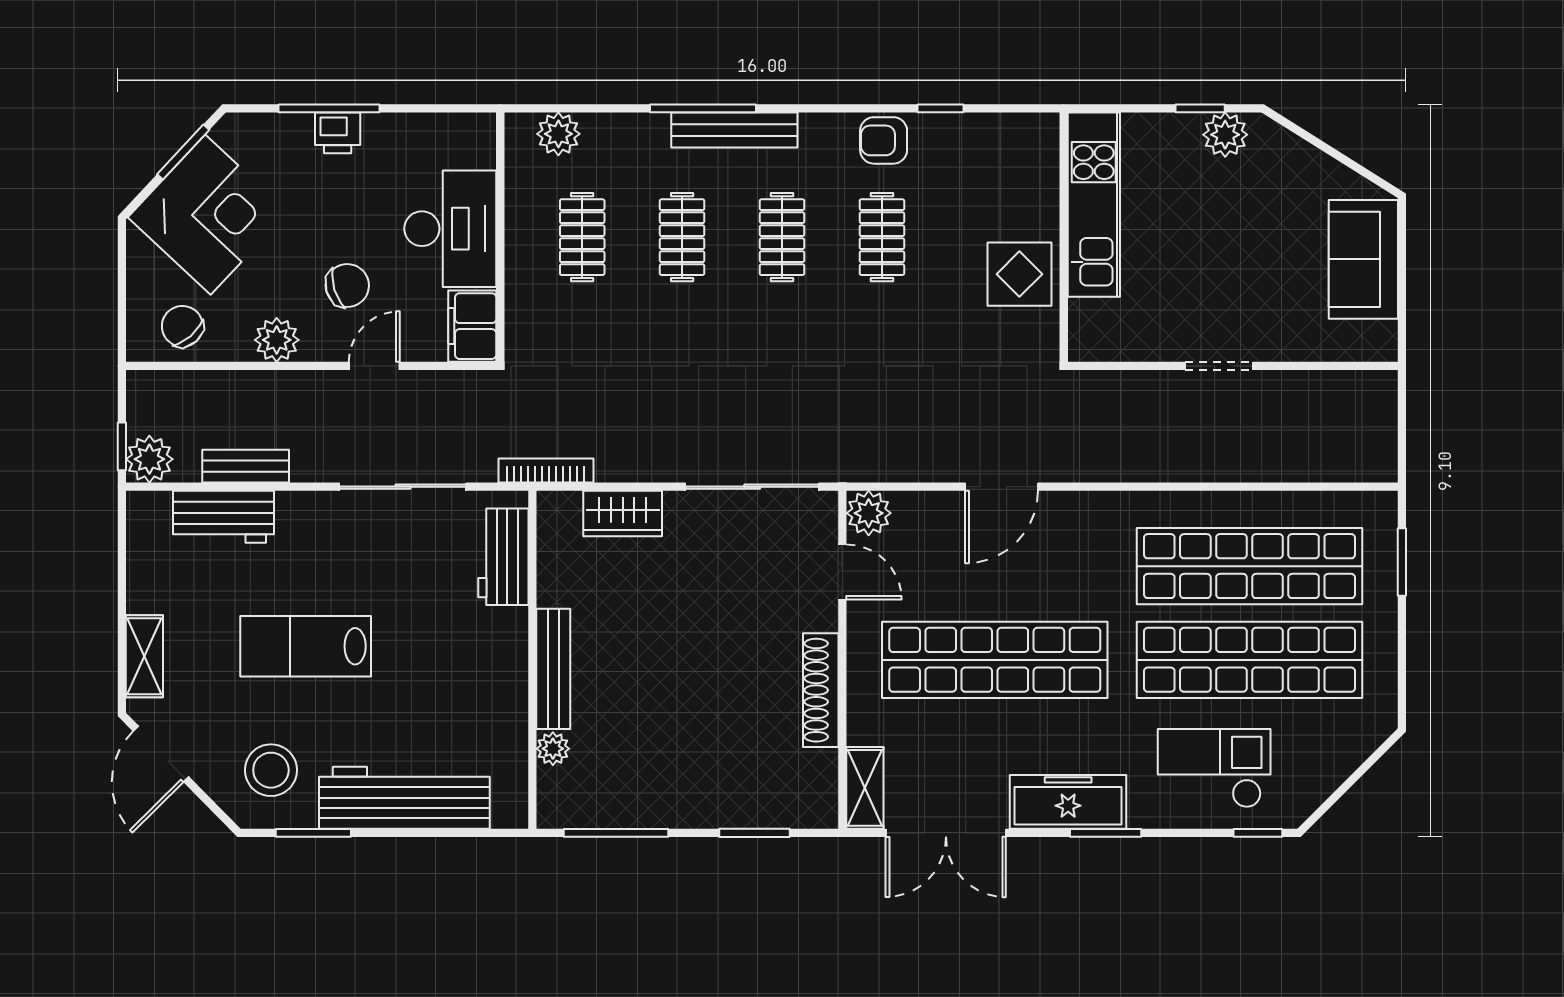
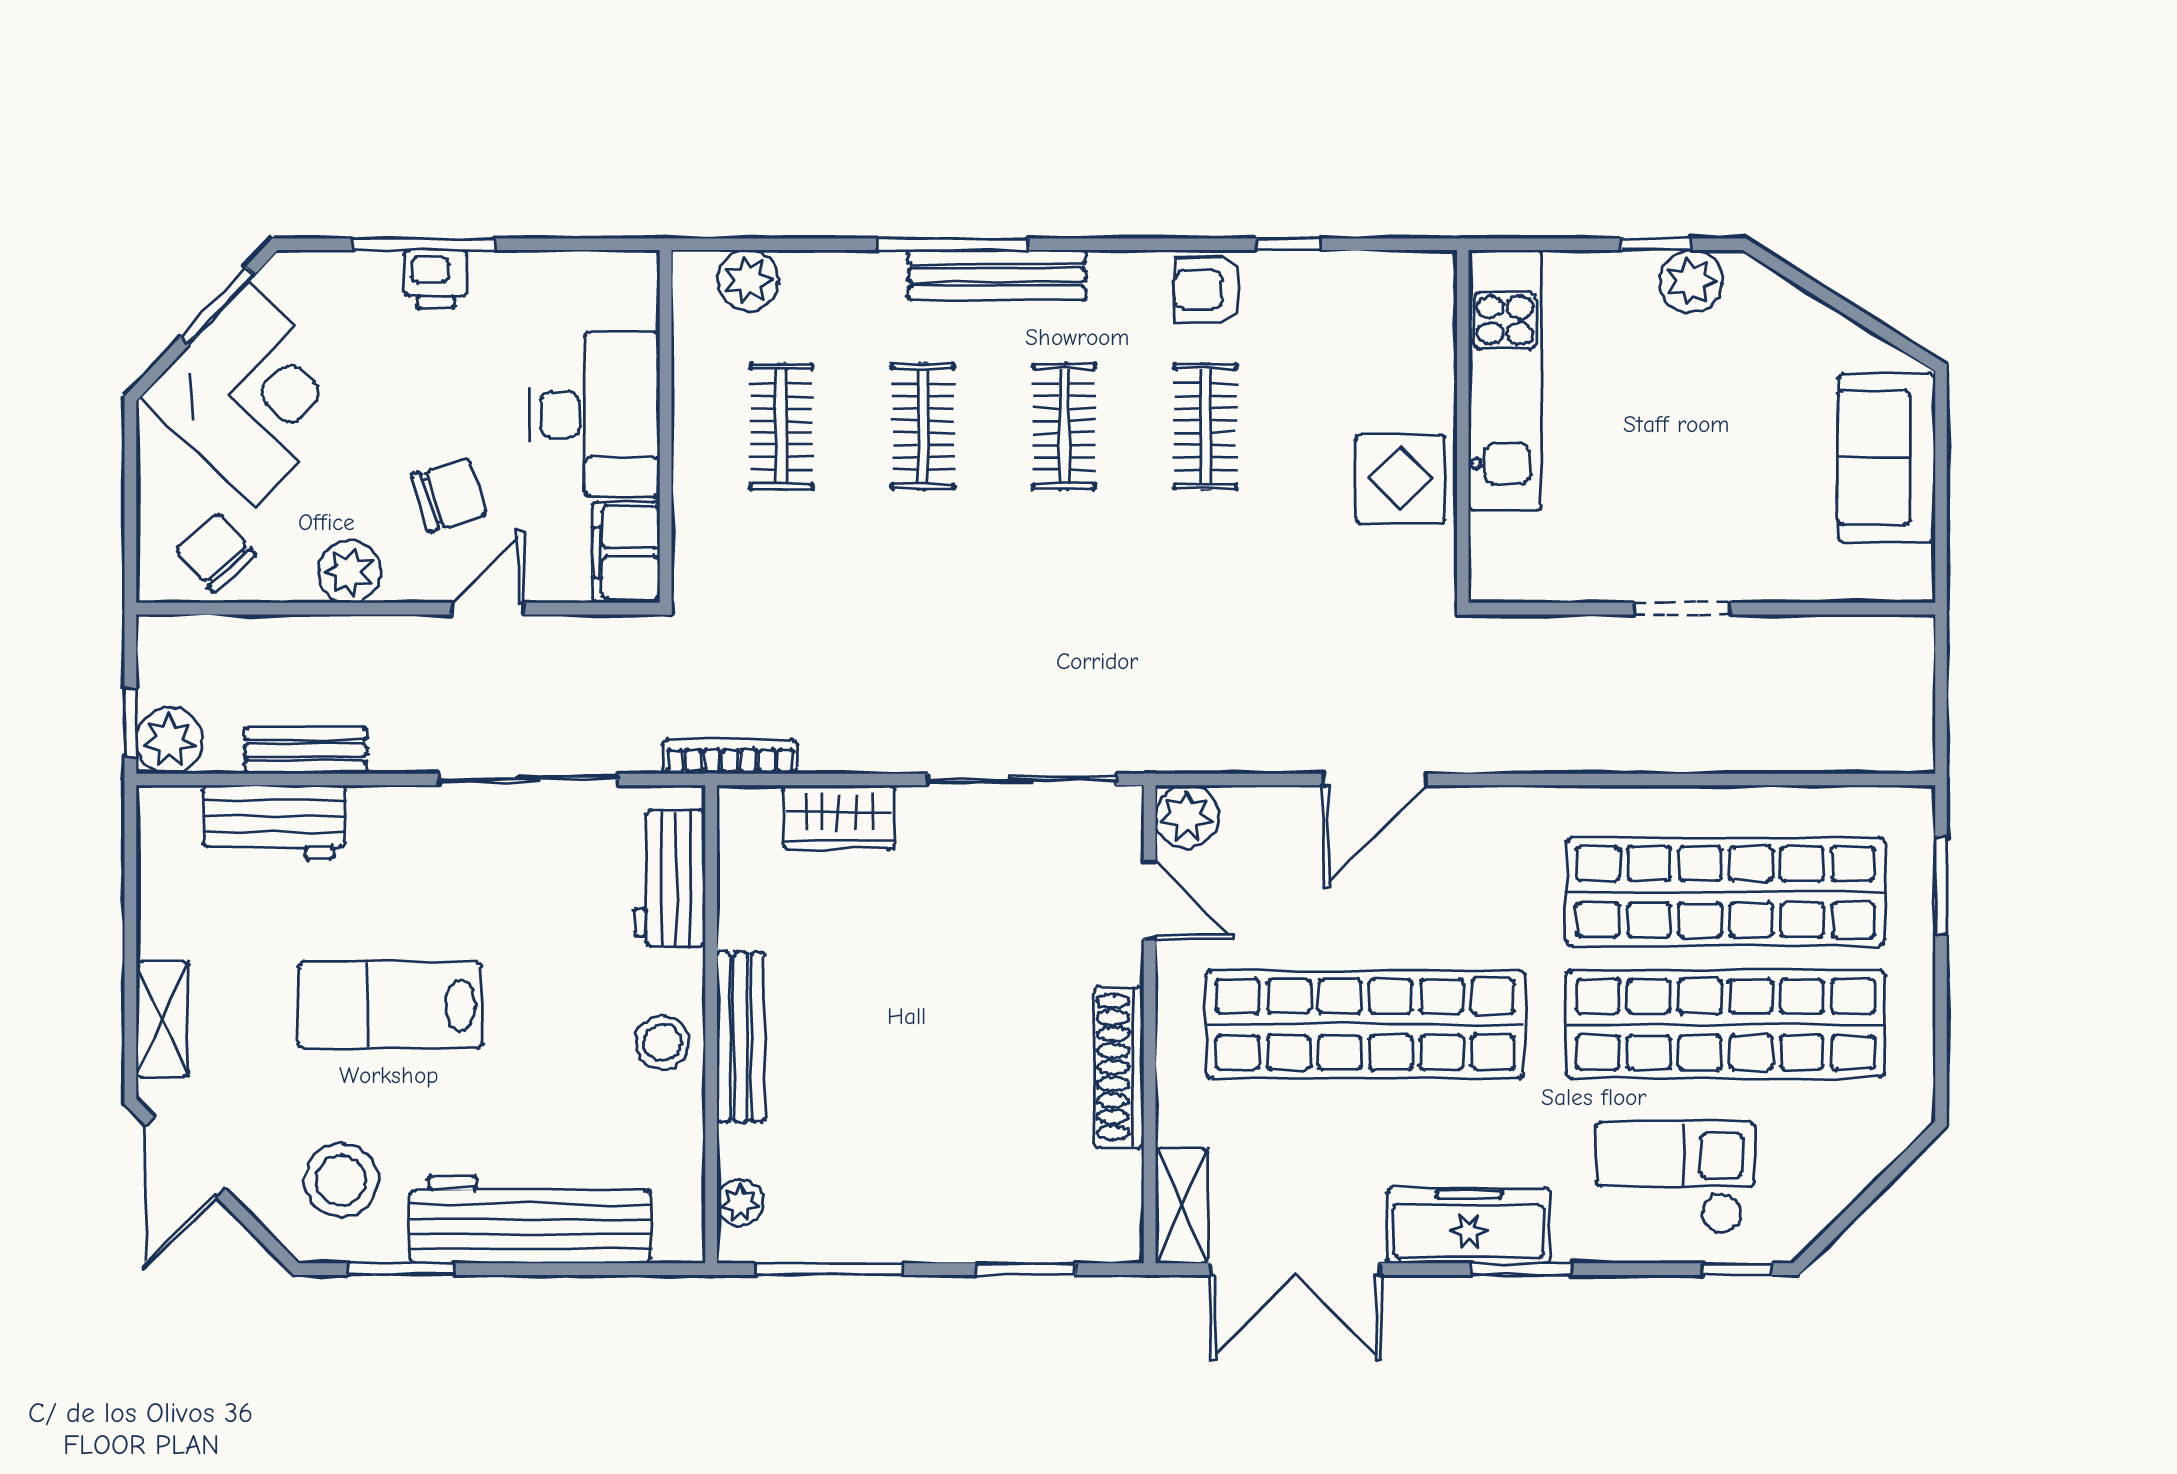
stool: (498, 673) -> (662, 1042), added
plant: (553, 749) -> (740, 1203), moved

